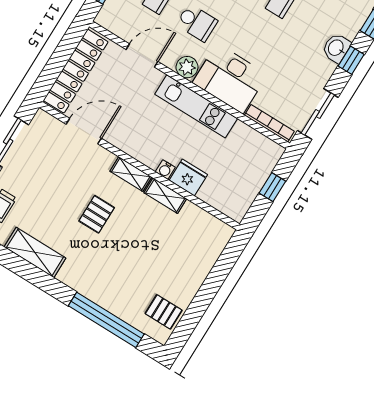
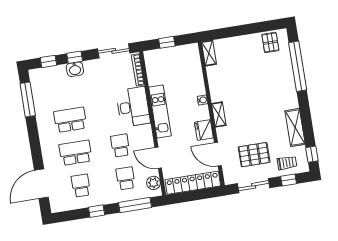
plant: (187, 67) -> (153, 183), moved
fridge: (188, 177) -> (204, 130), moved
shelving: (165, 196) -> (209, 53), moved
pallet: (97, 214) -> (254, 155), moved, width x1.50, depth x1.42

